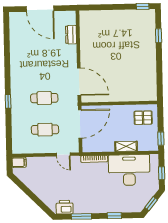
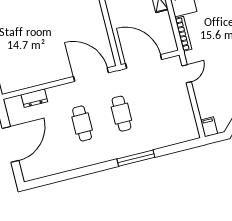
door: (79, 82) -> (91, 75), hinge flipped
window: (8, 101) -> (136, 158), width x2.17
cafe table: (45, 130) -> (82, 123), moved

